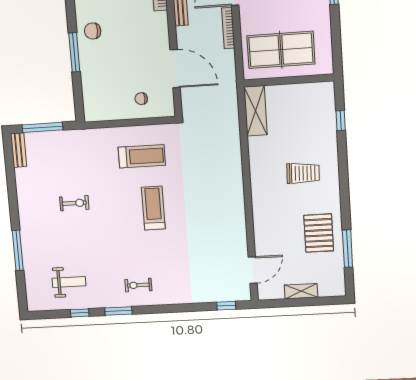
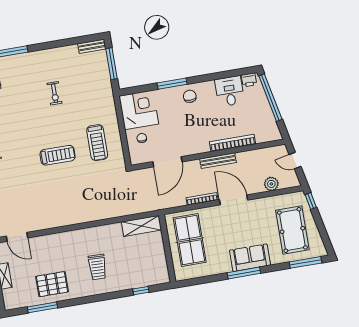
corner desk: (105, 99) -> (139, 110), added

